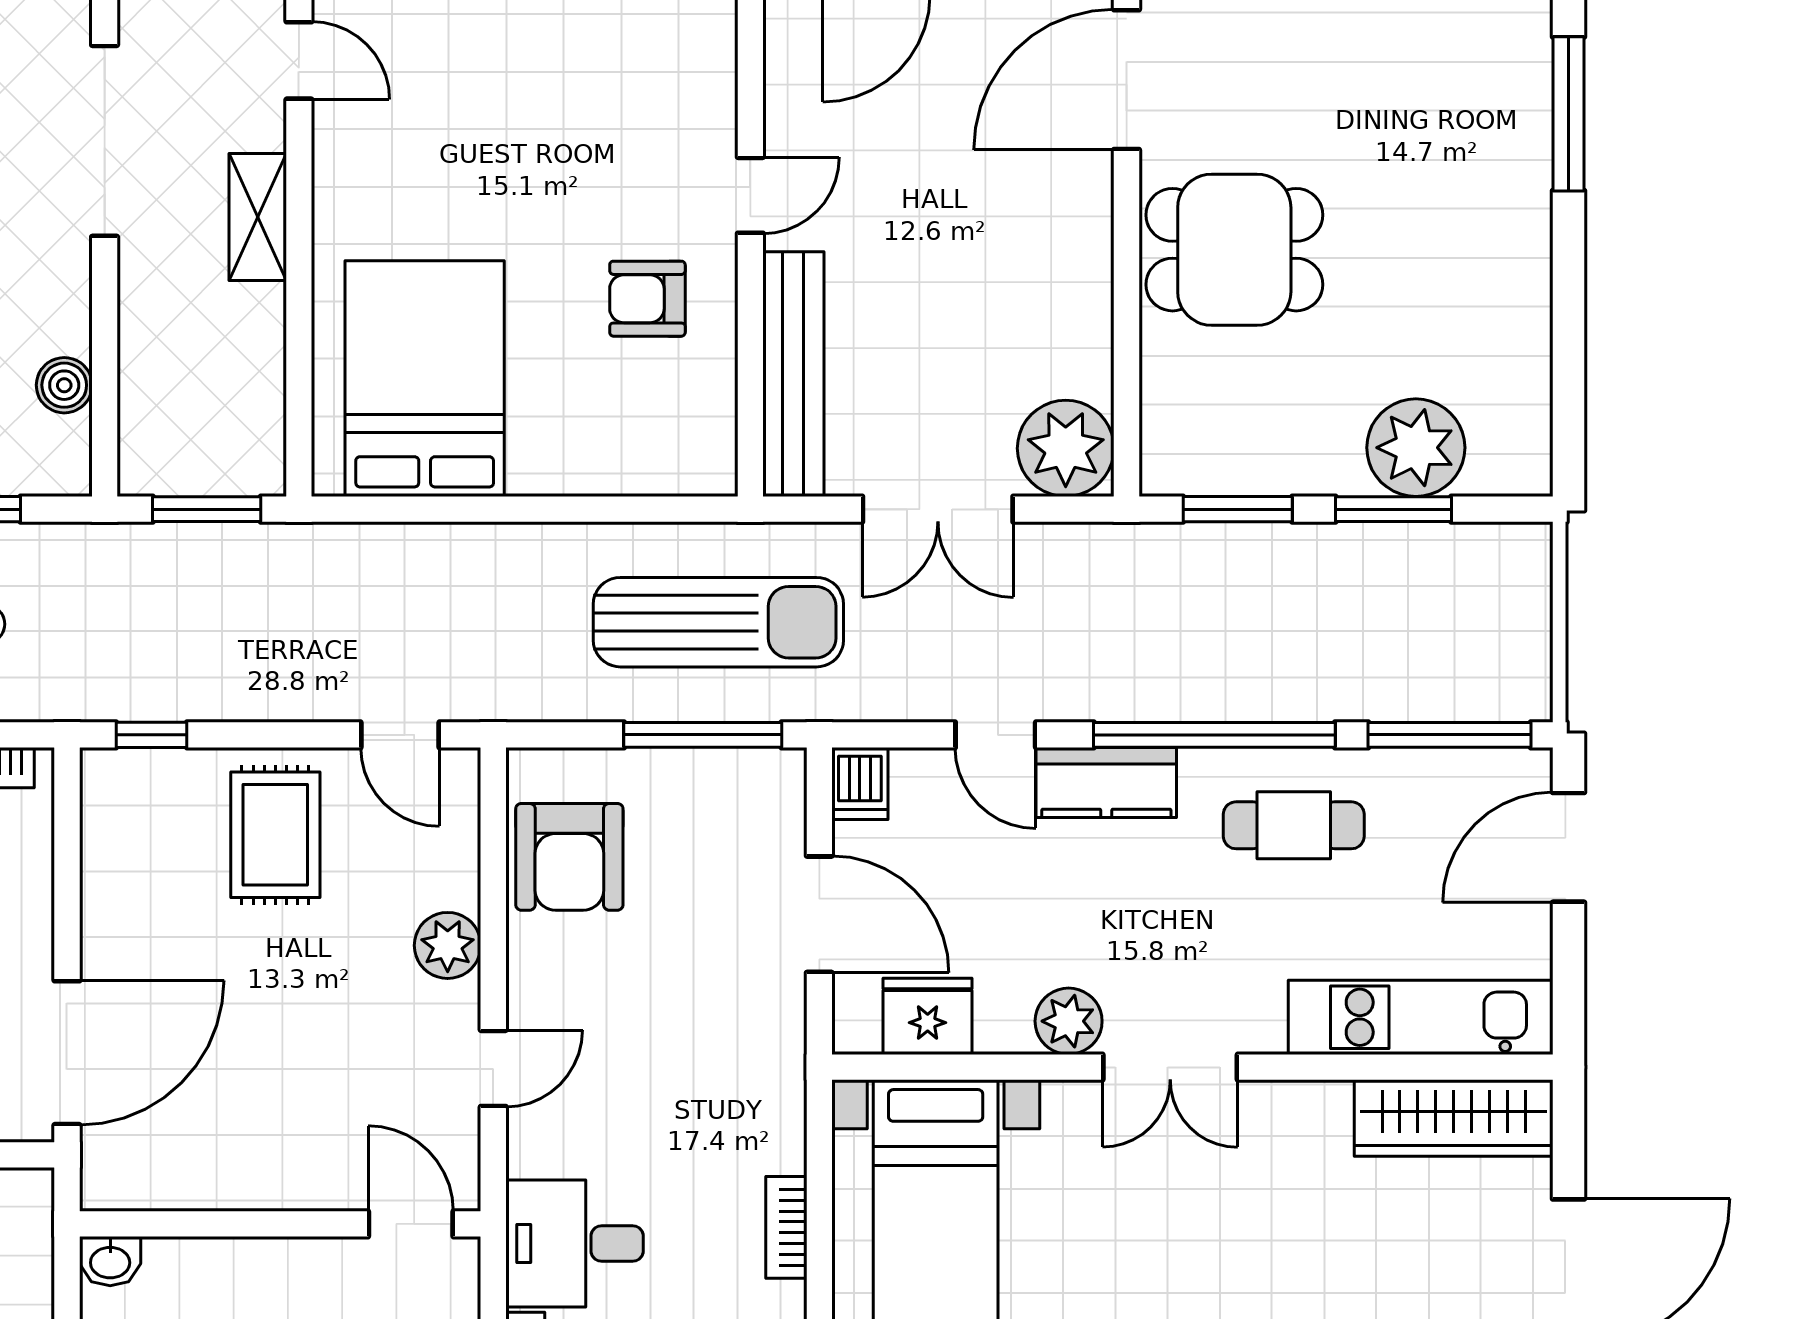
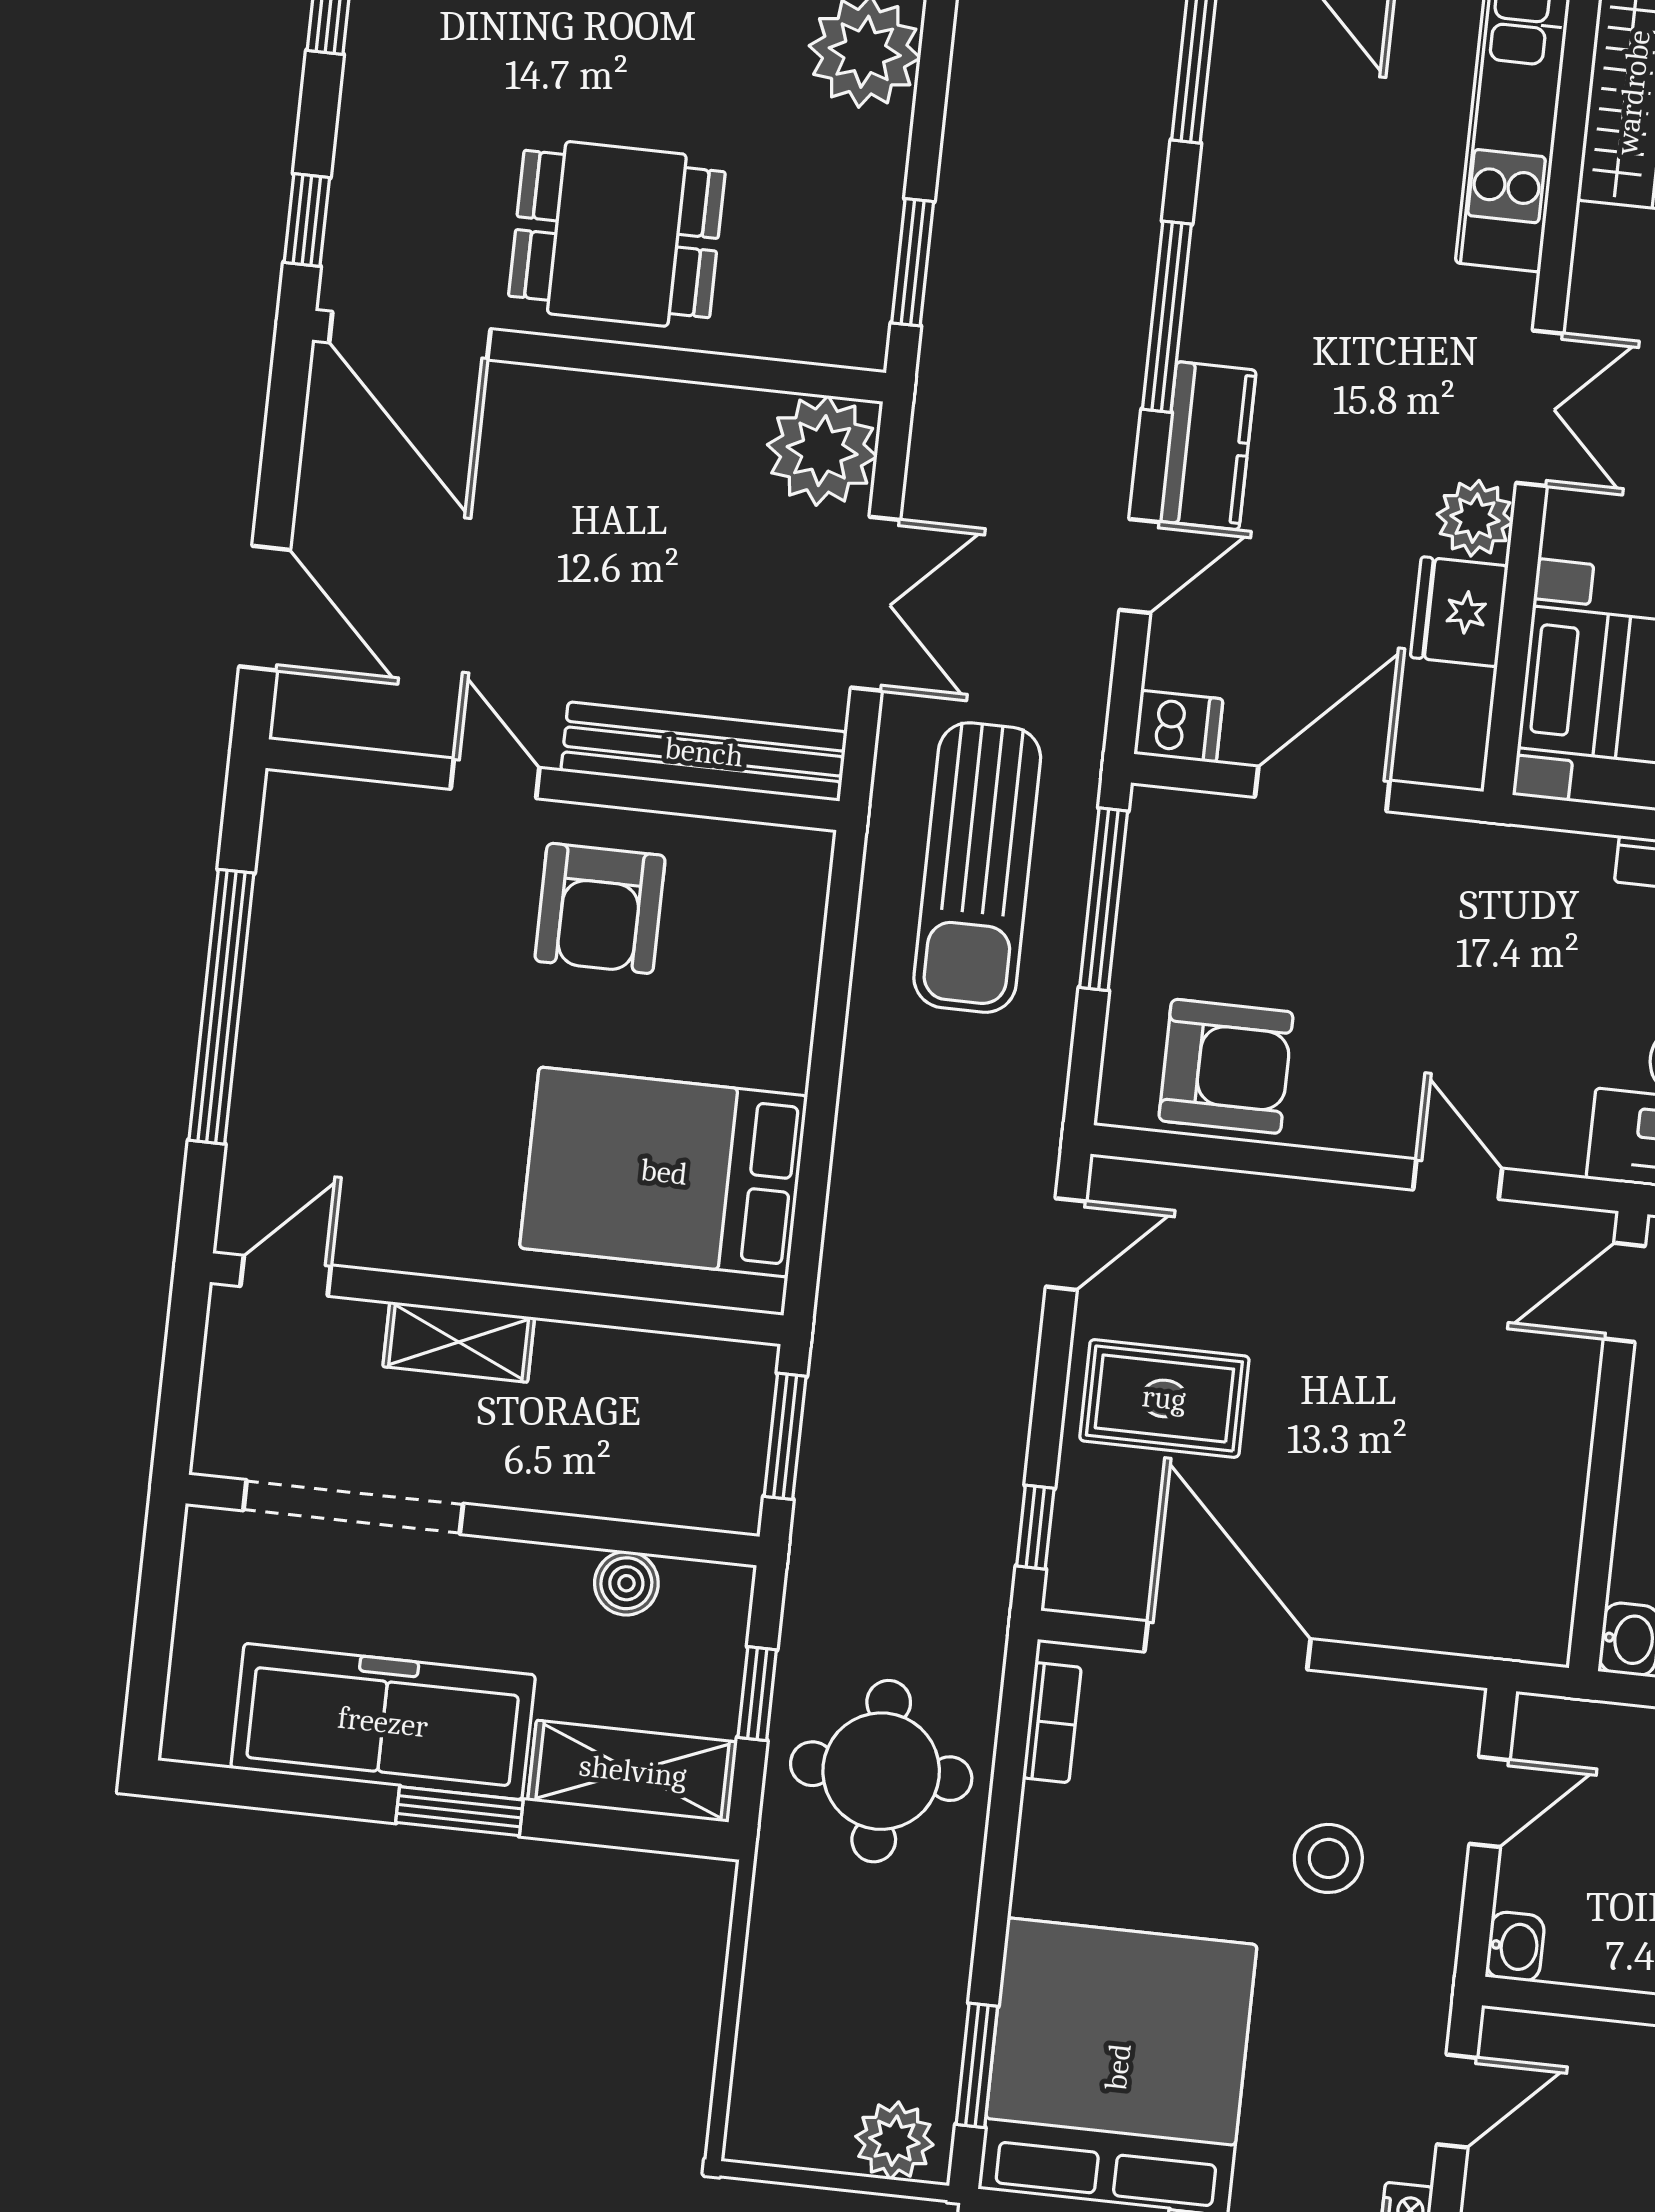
dining table: (1234, 250) -> (617, 234), turned 90
armchair: (647, 299) -> (600, 908), width x1.38, depth x1.38
window: (1393, 509) -> (932, 85), removed
sun lounger: (718, 622) -> (977, 868), turned 180
window: (1214, 735) -> (1167, 317), width x0.68
cafe table: (1294, 825) -> (1280, 237), removed
plant: (448, 945) -> (1312, 1216), removed
fridge: (928, 1016) -> (1459, 612), moved
door: (67, 1053) -> (1227, 1645), moved

